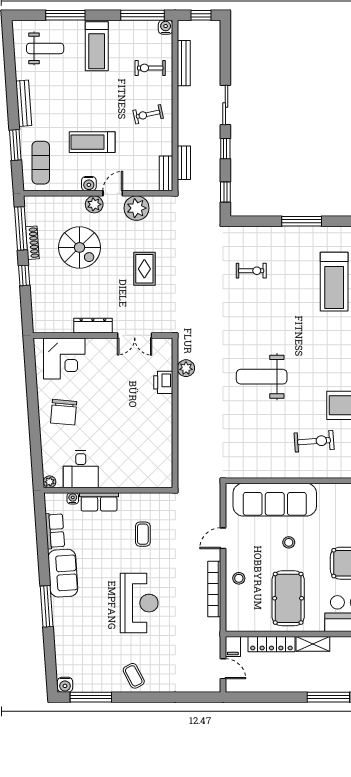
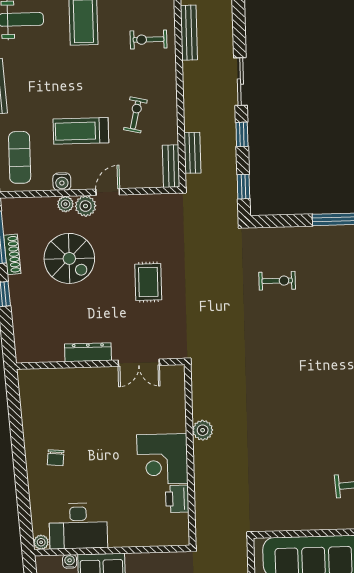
exercise bike: (148, 114) -> (135, 115), moved, turned 115
water cooler: (89, 184) -> (62, 182), moved
plant: (137, 208) -> (65, 204), moved, width x0.53, depth x0.53
corner desk: (64, 358) -> (162, 459), moved, turned 90
plant: (186, 368) -> (203, 430), moved
weight bench: (262, 377) -> (293, 408), removed
printer: (163, 382) -> (177, 499), moved
chair: (64, 412) -> (56, 458), width x0.54, depth x0.54
desk: (81, 469) -> (78, 526), width x1.37

